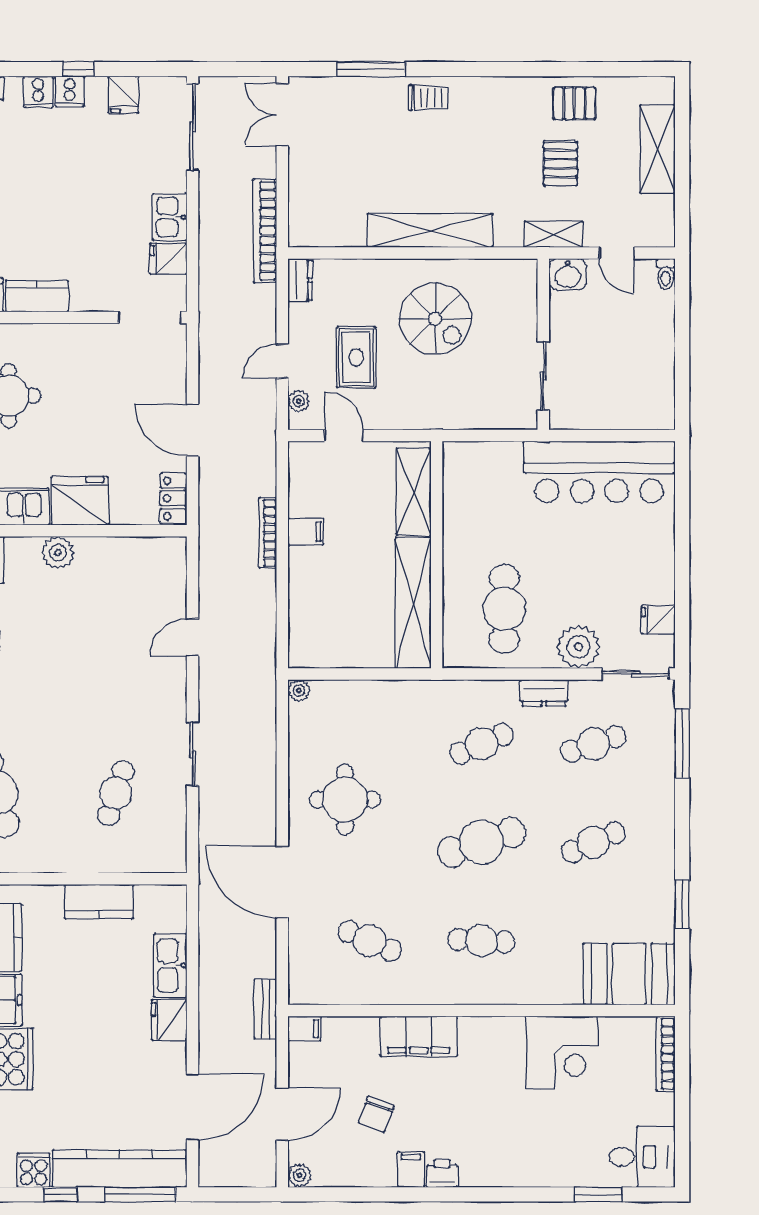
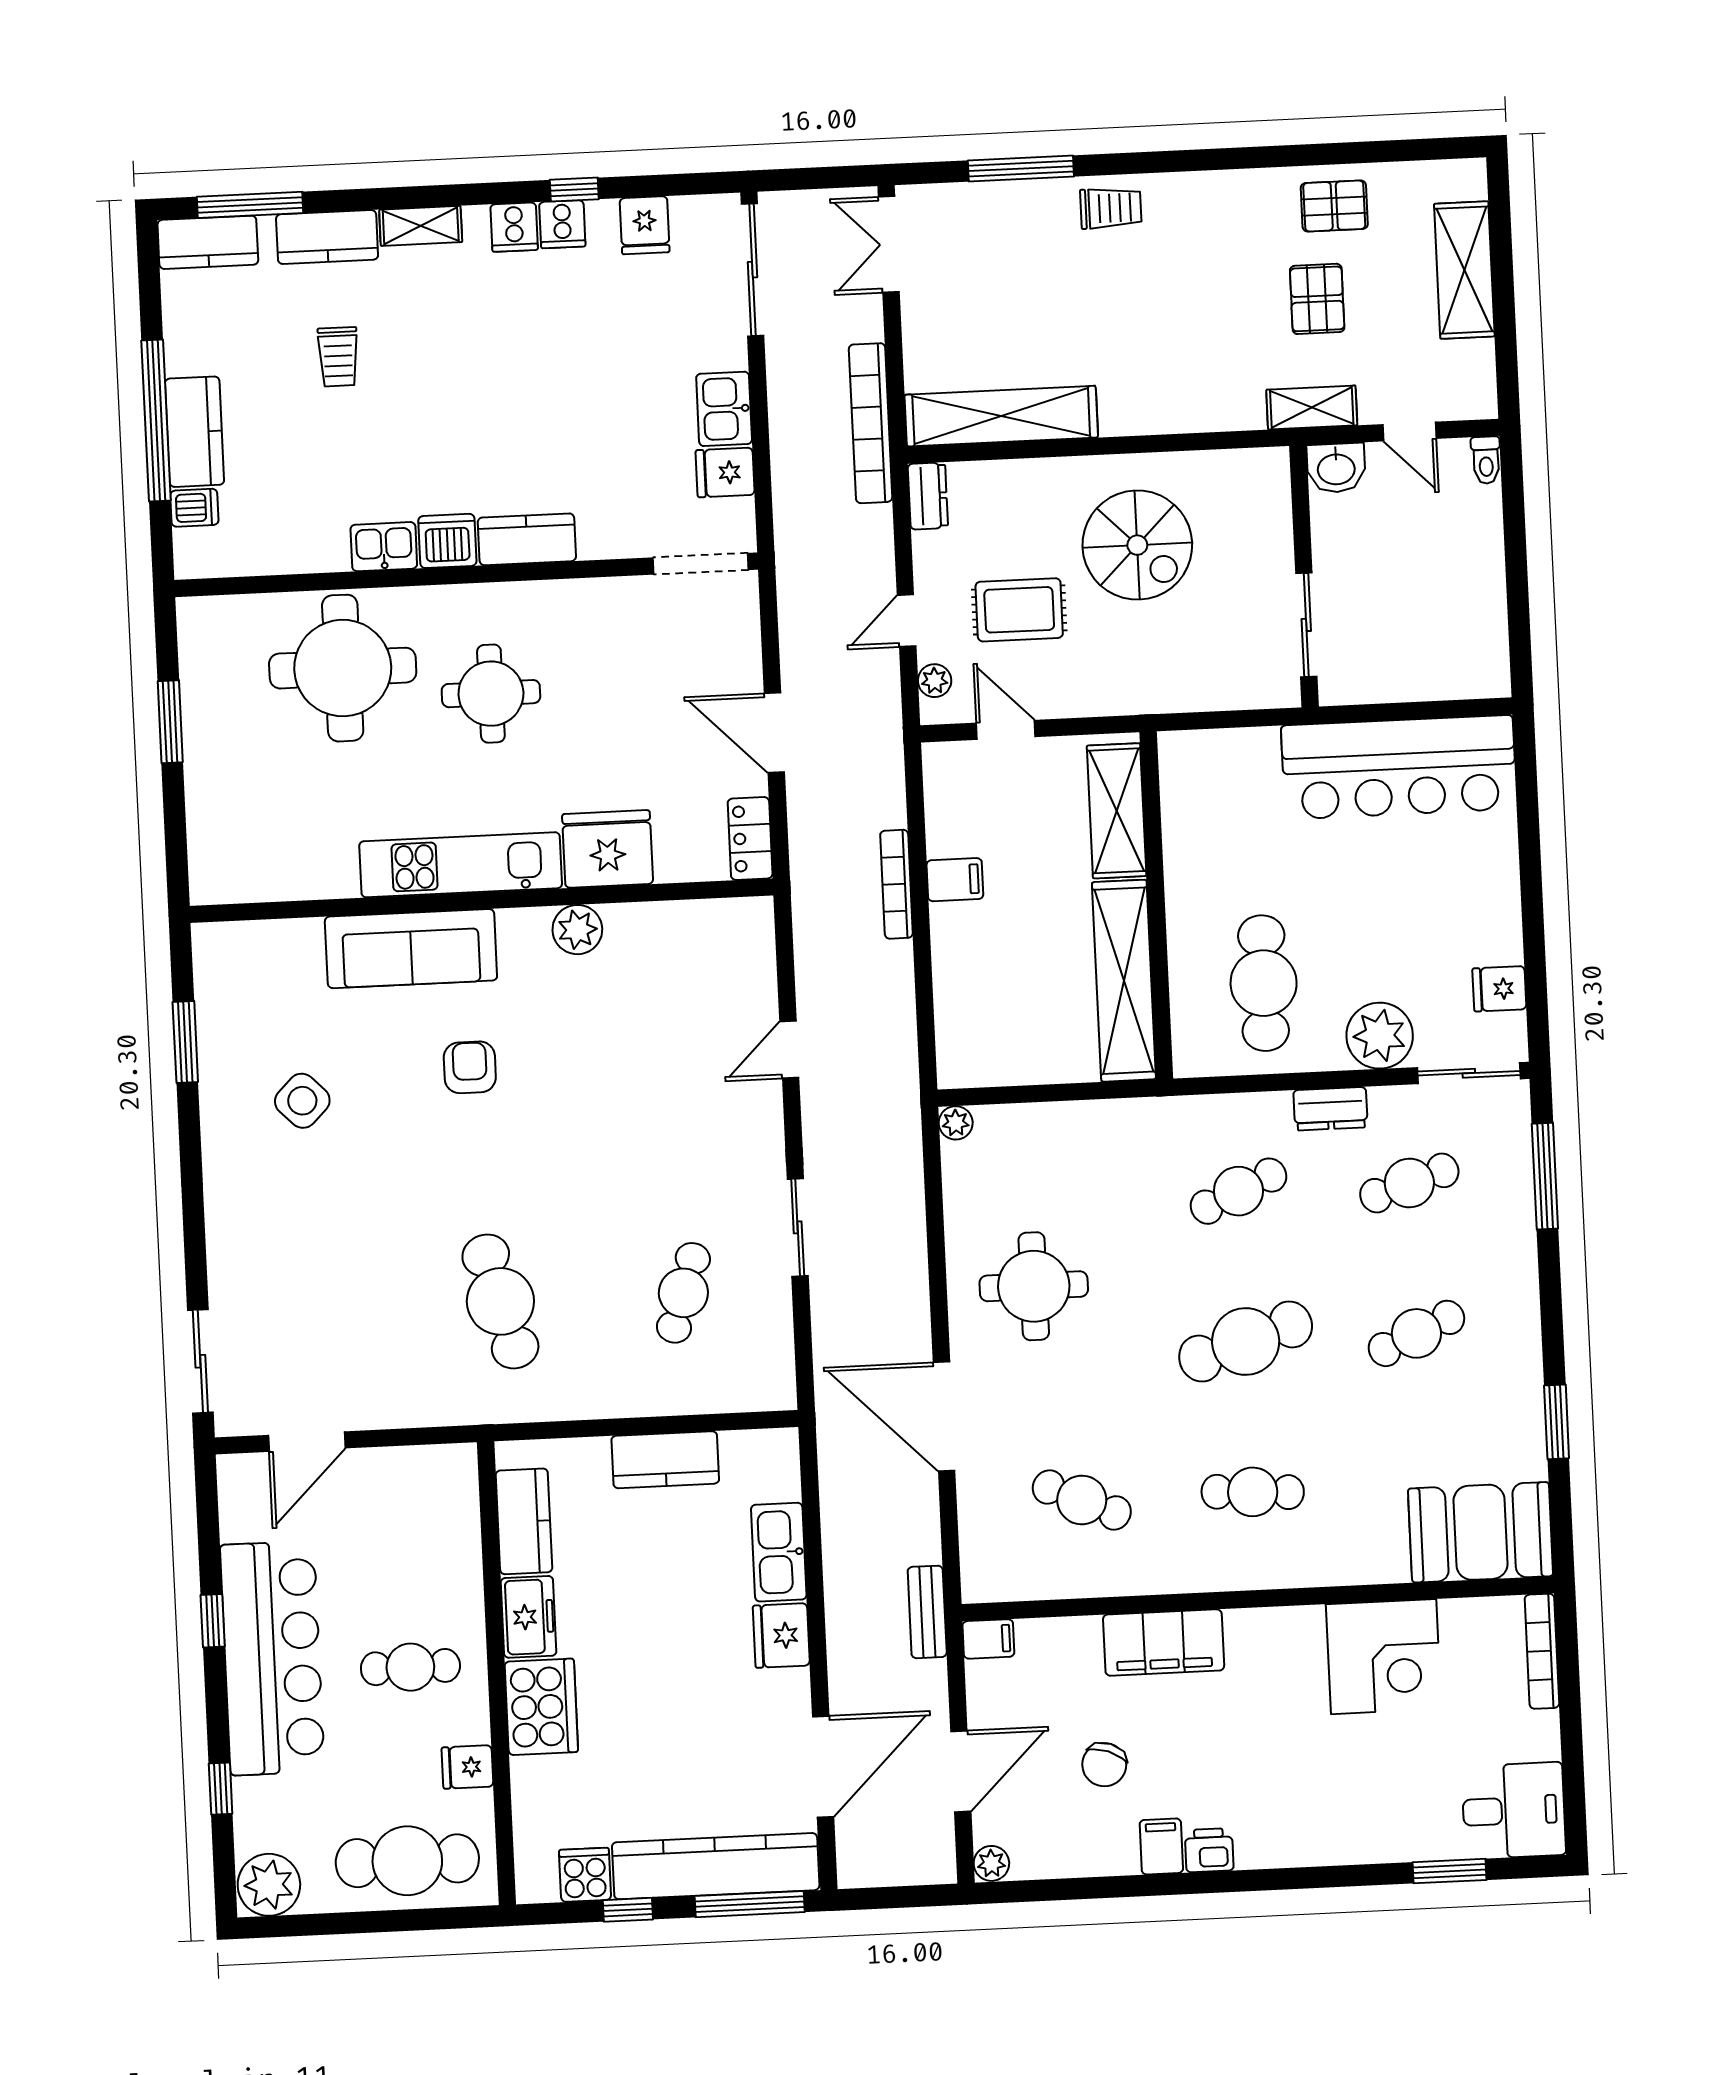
shelving: (430, 230) -> (1001, 416), moved
rug: (356, 357) -> (1019, 610), turned 90

